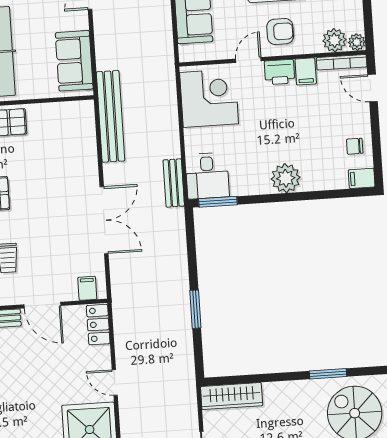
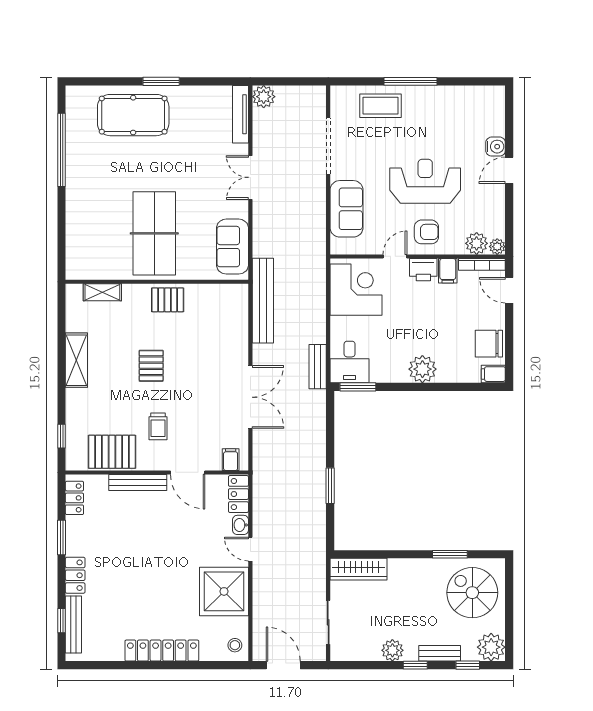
chair: (355, 146) -> (489, 344), width x1.87, depth x1.87
washbasin: (103, 357) -> (241, 525), added

